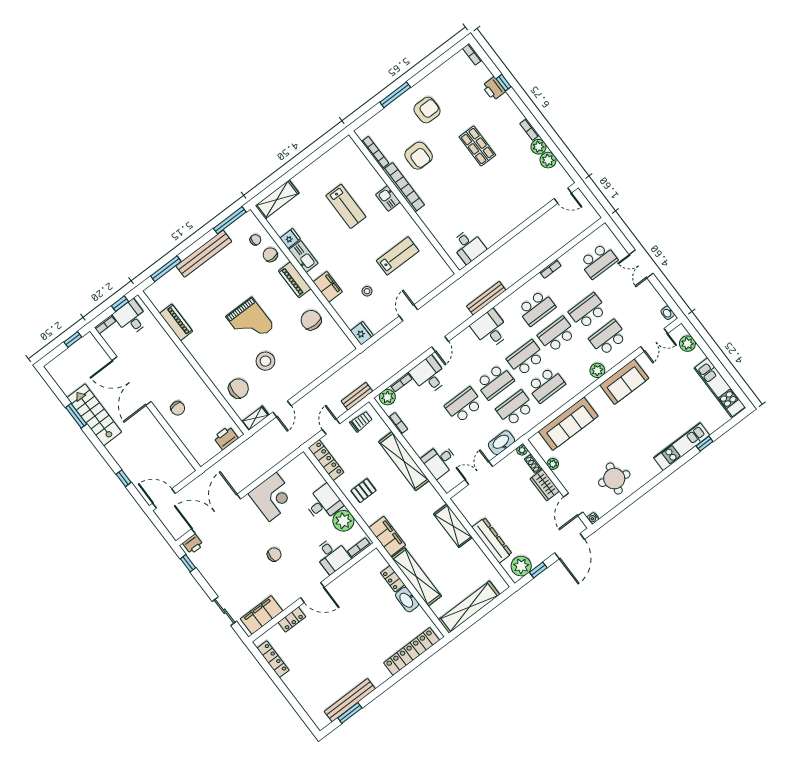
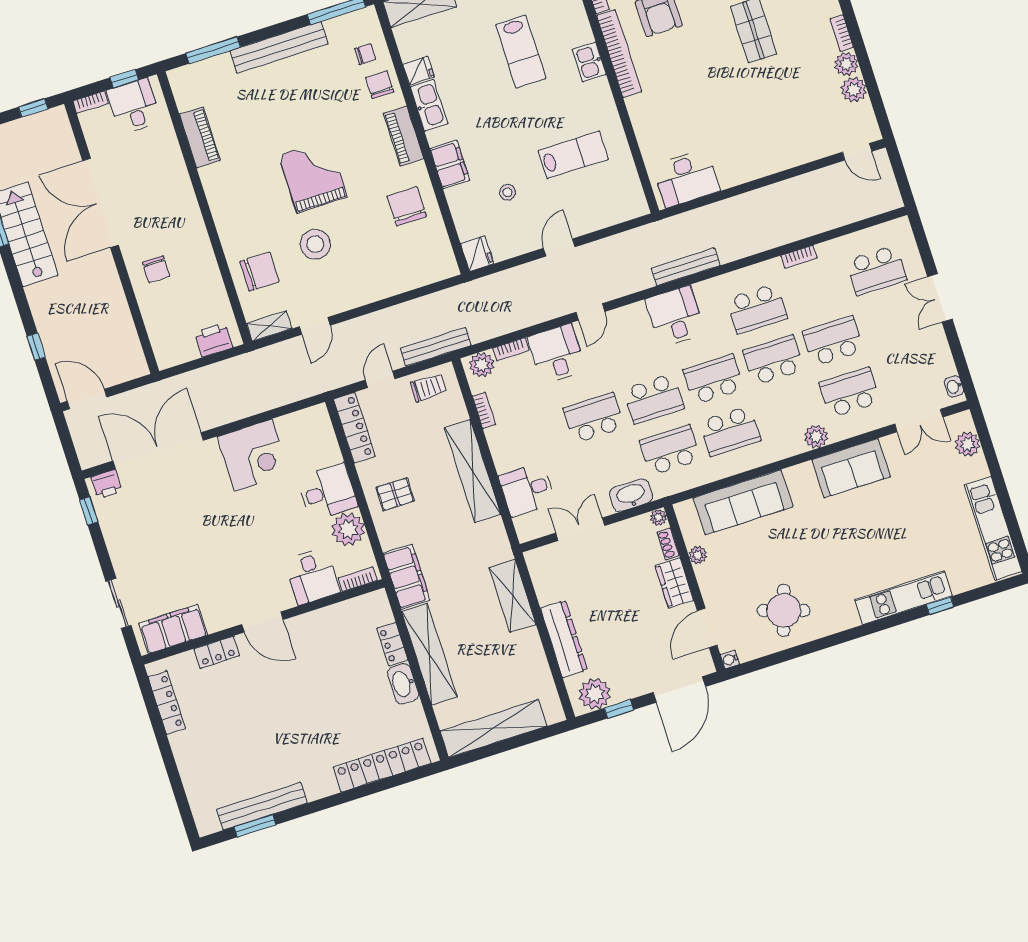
desk: (469, 246) -> (686, 178), width x1.37
grand piano: (250, 322) -> (313, 176), turned 180
bench: (357, 396) -> (436, 347), width x1.36
chair: (274, 555) -> (225, 544), removed

